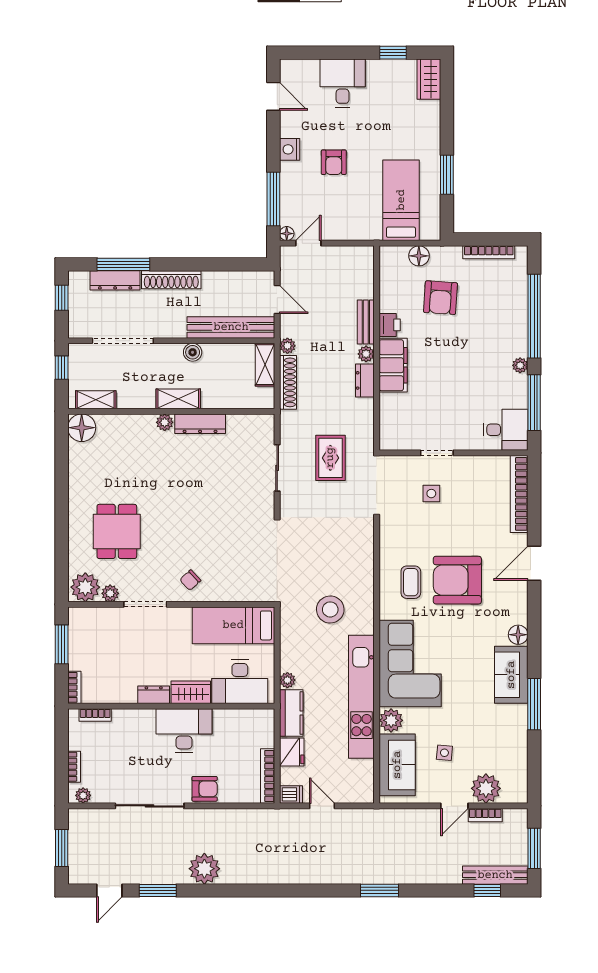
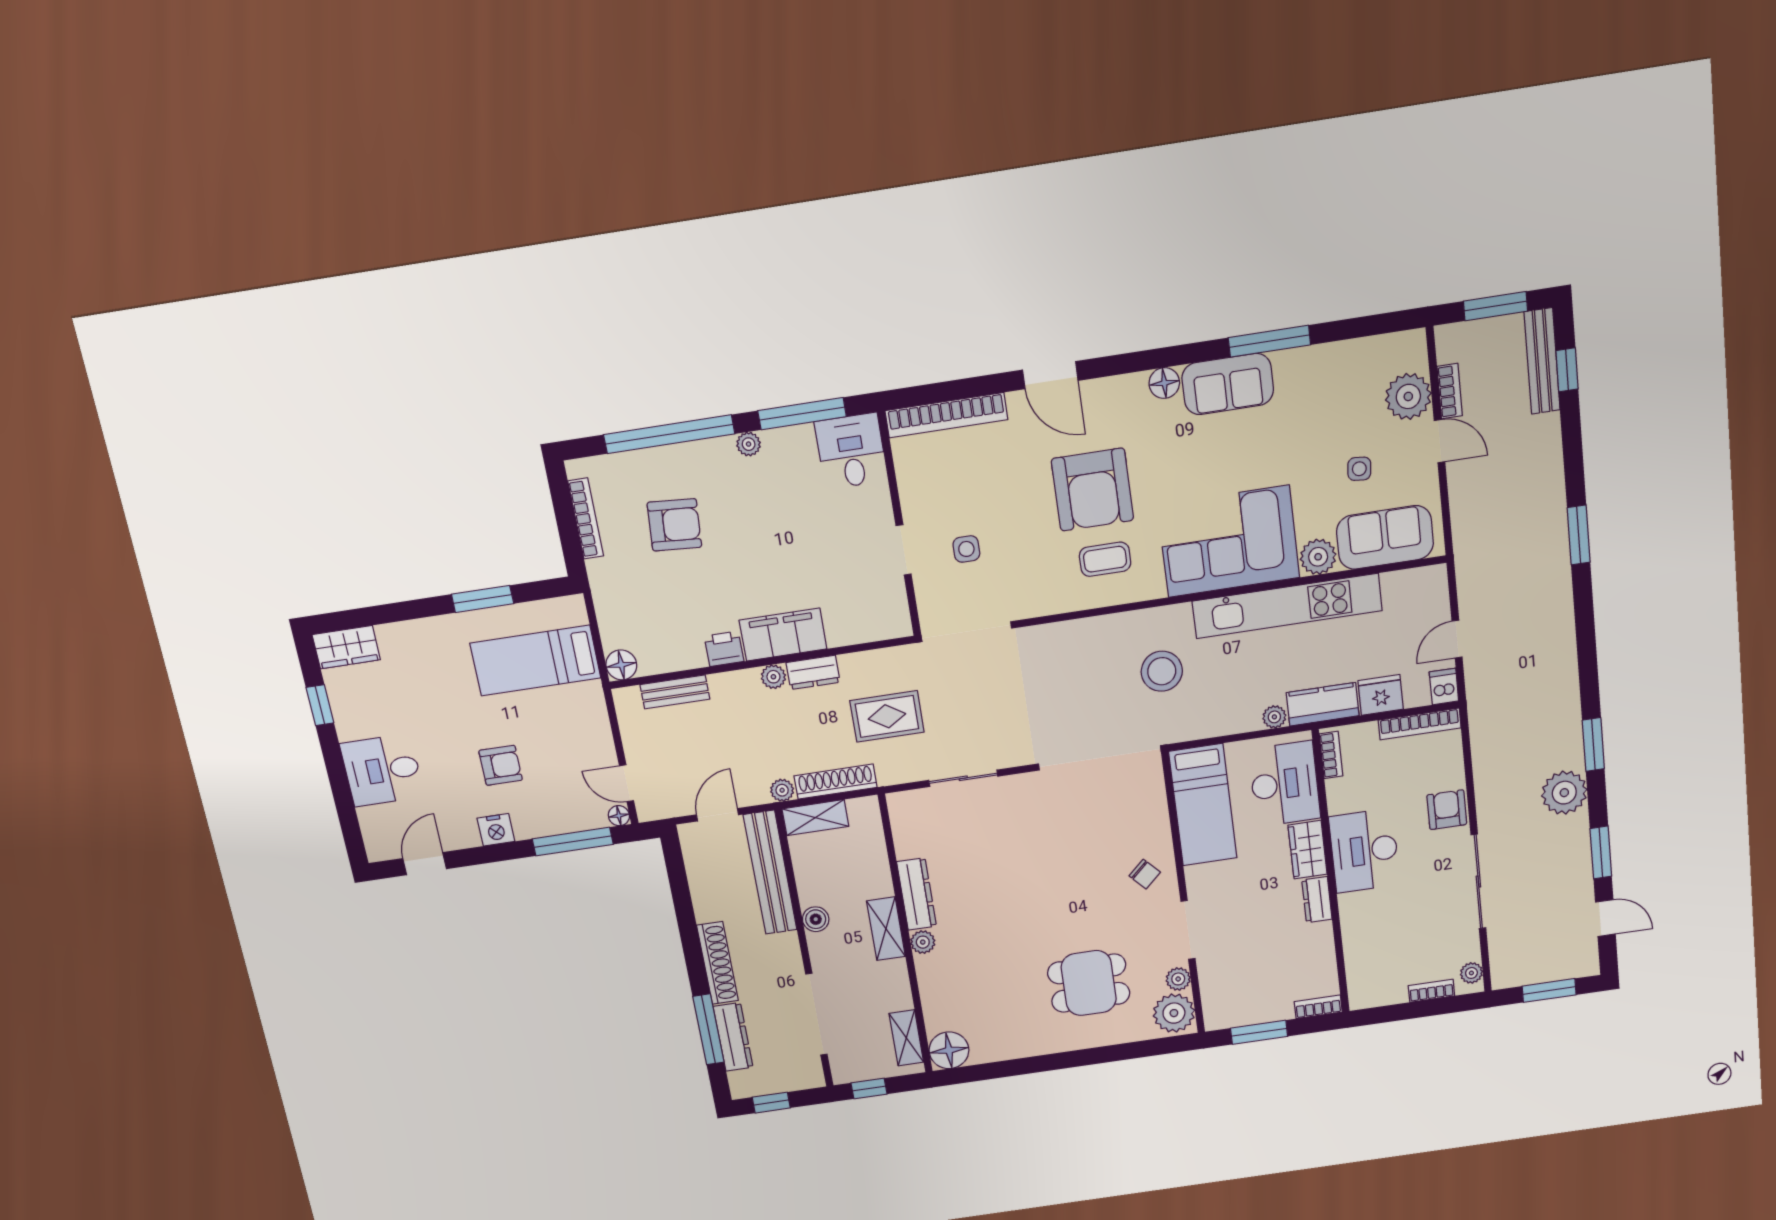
floor lamp: (419, 256) -> (621, 665), moved
armchair: (440, 298) -> (674, 525), moved
bench: (366, 322) -> (675, 692), moved
rug: (330, 458) -> (887, 716), moved
bookcase: (95, 715) -> (1331, 755), moved
window: (235, 890) -> (1593, 744), added

